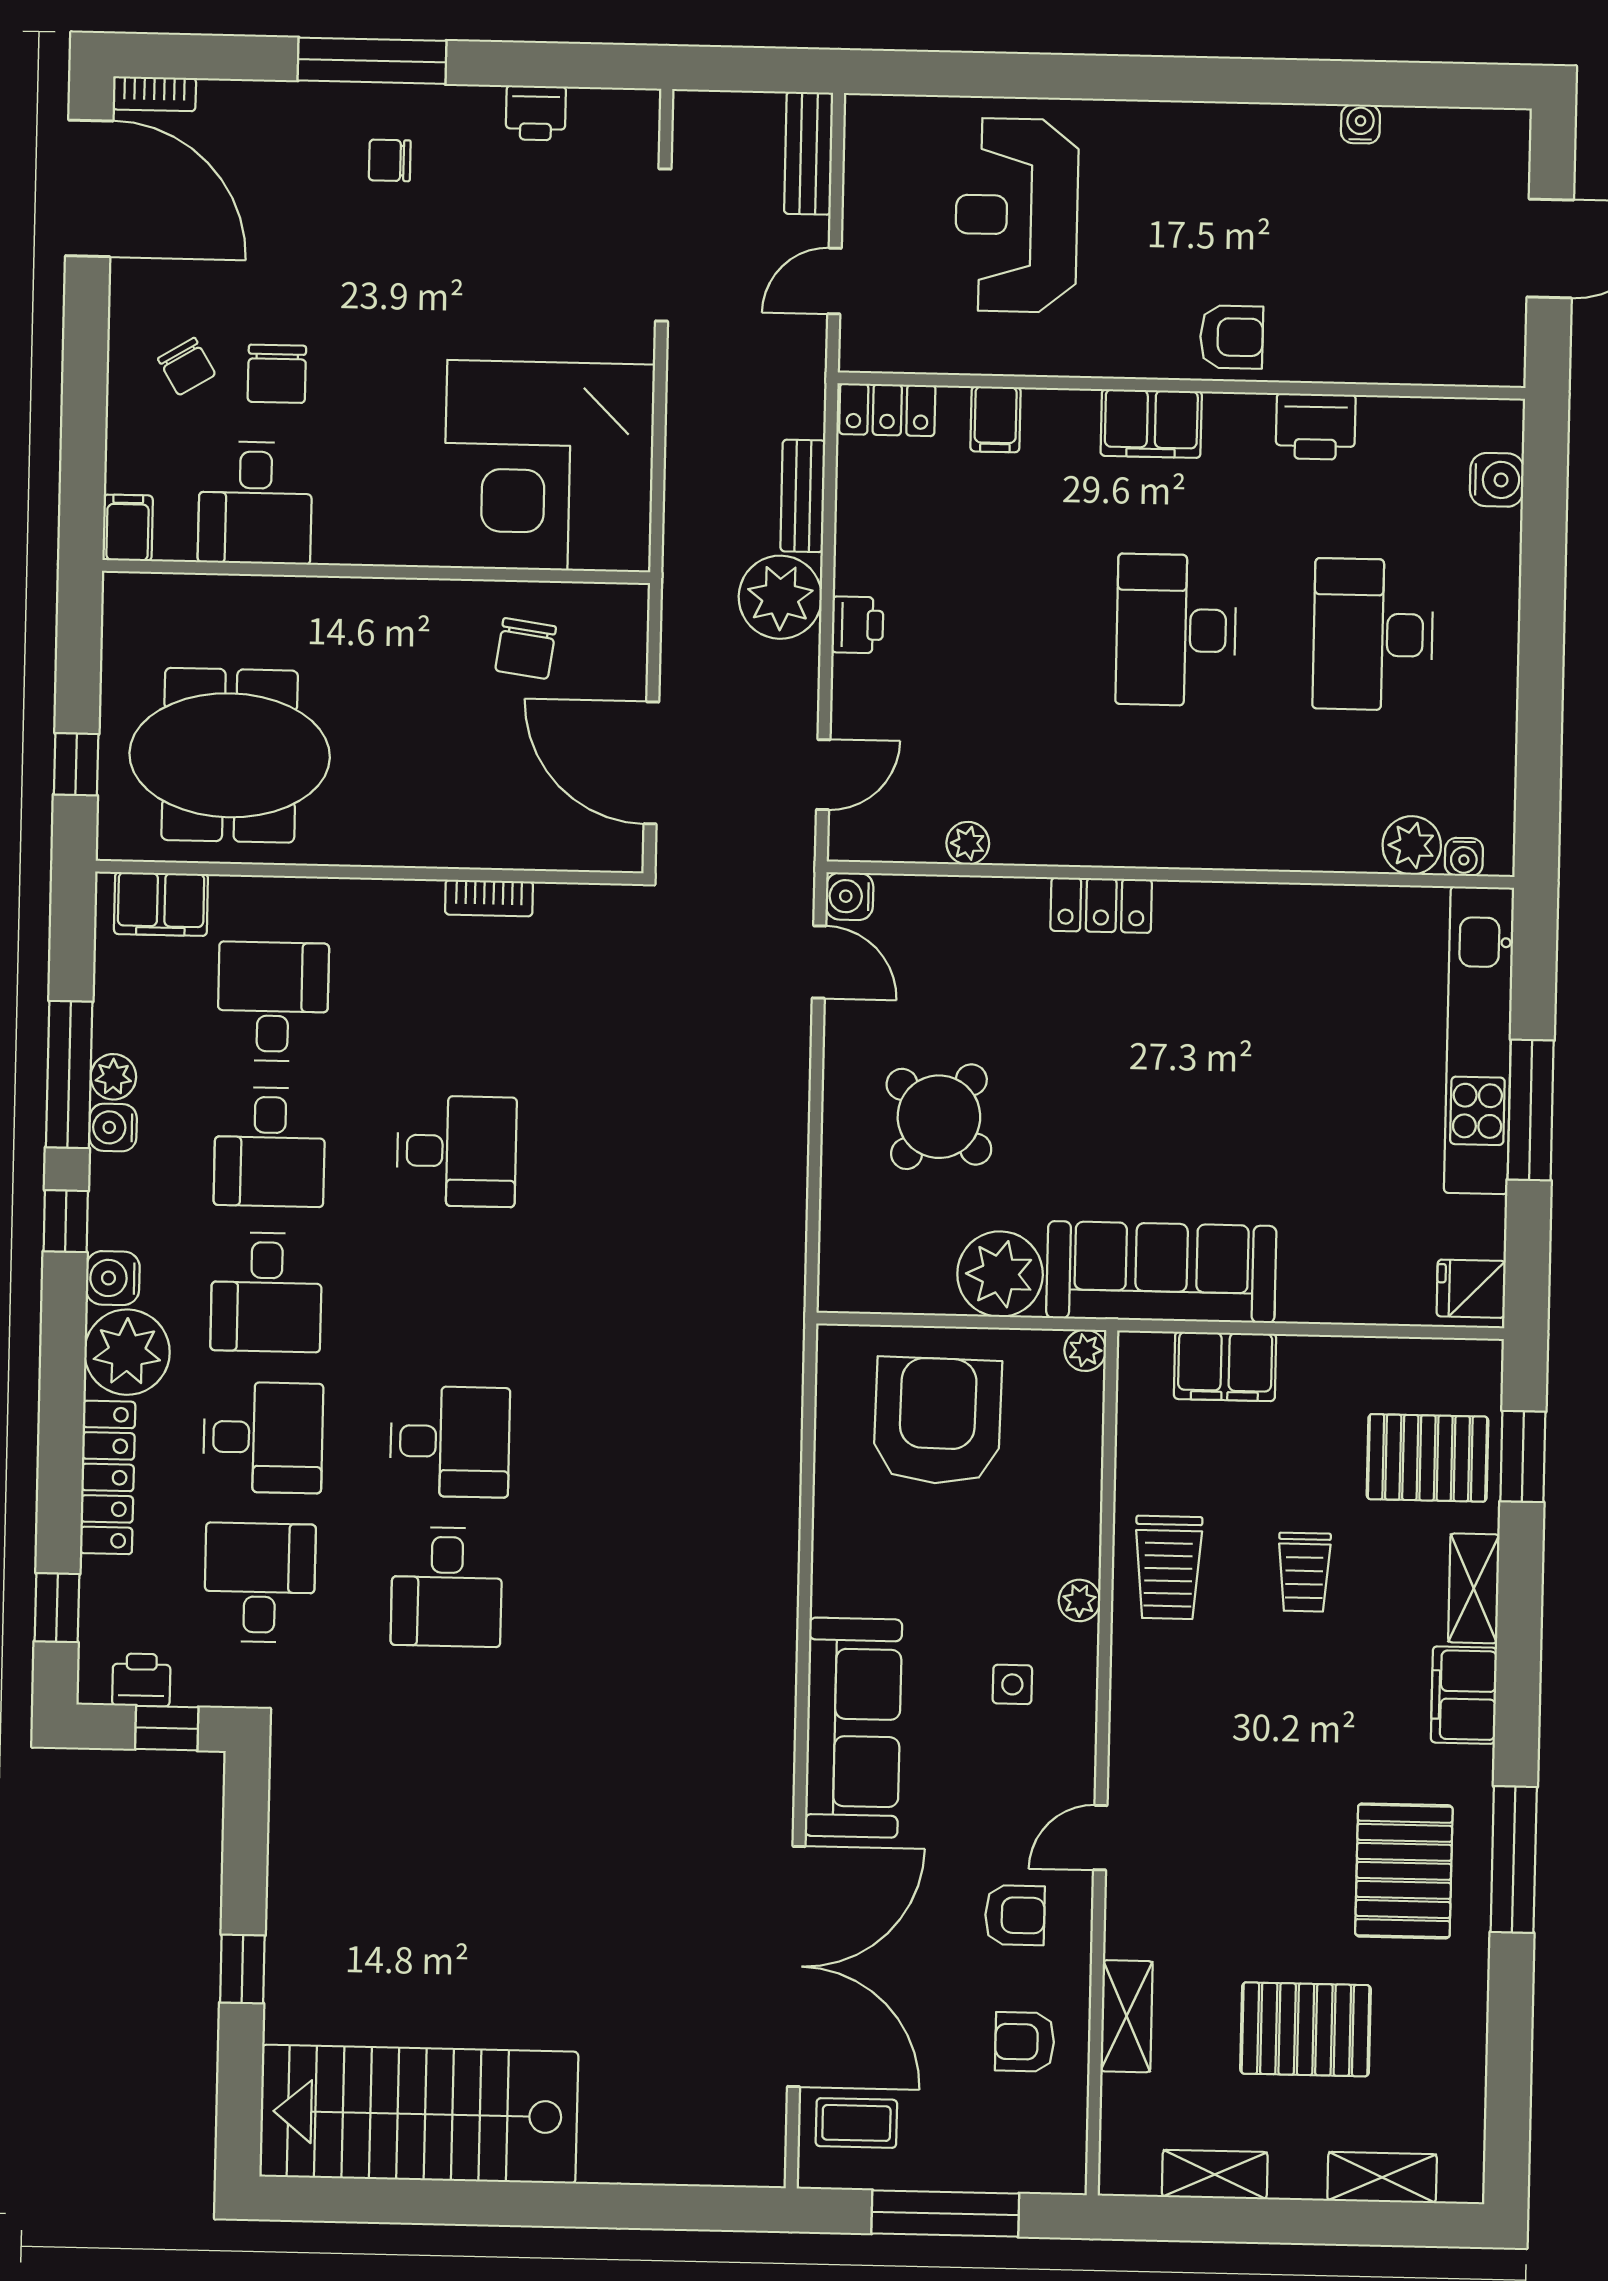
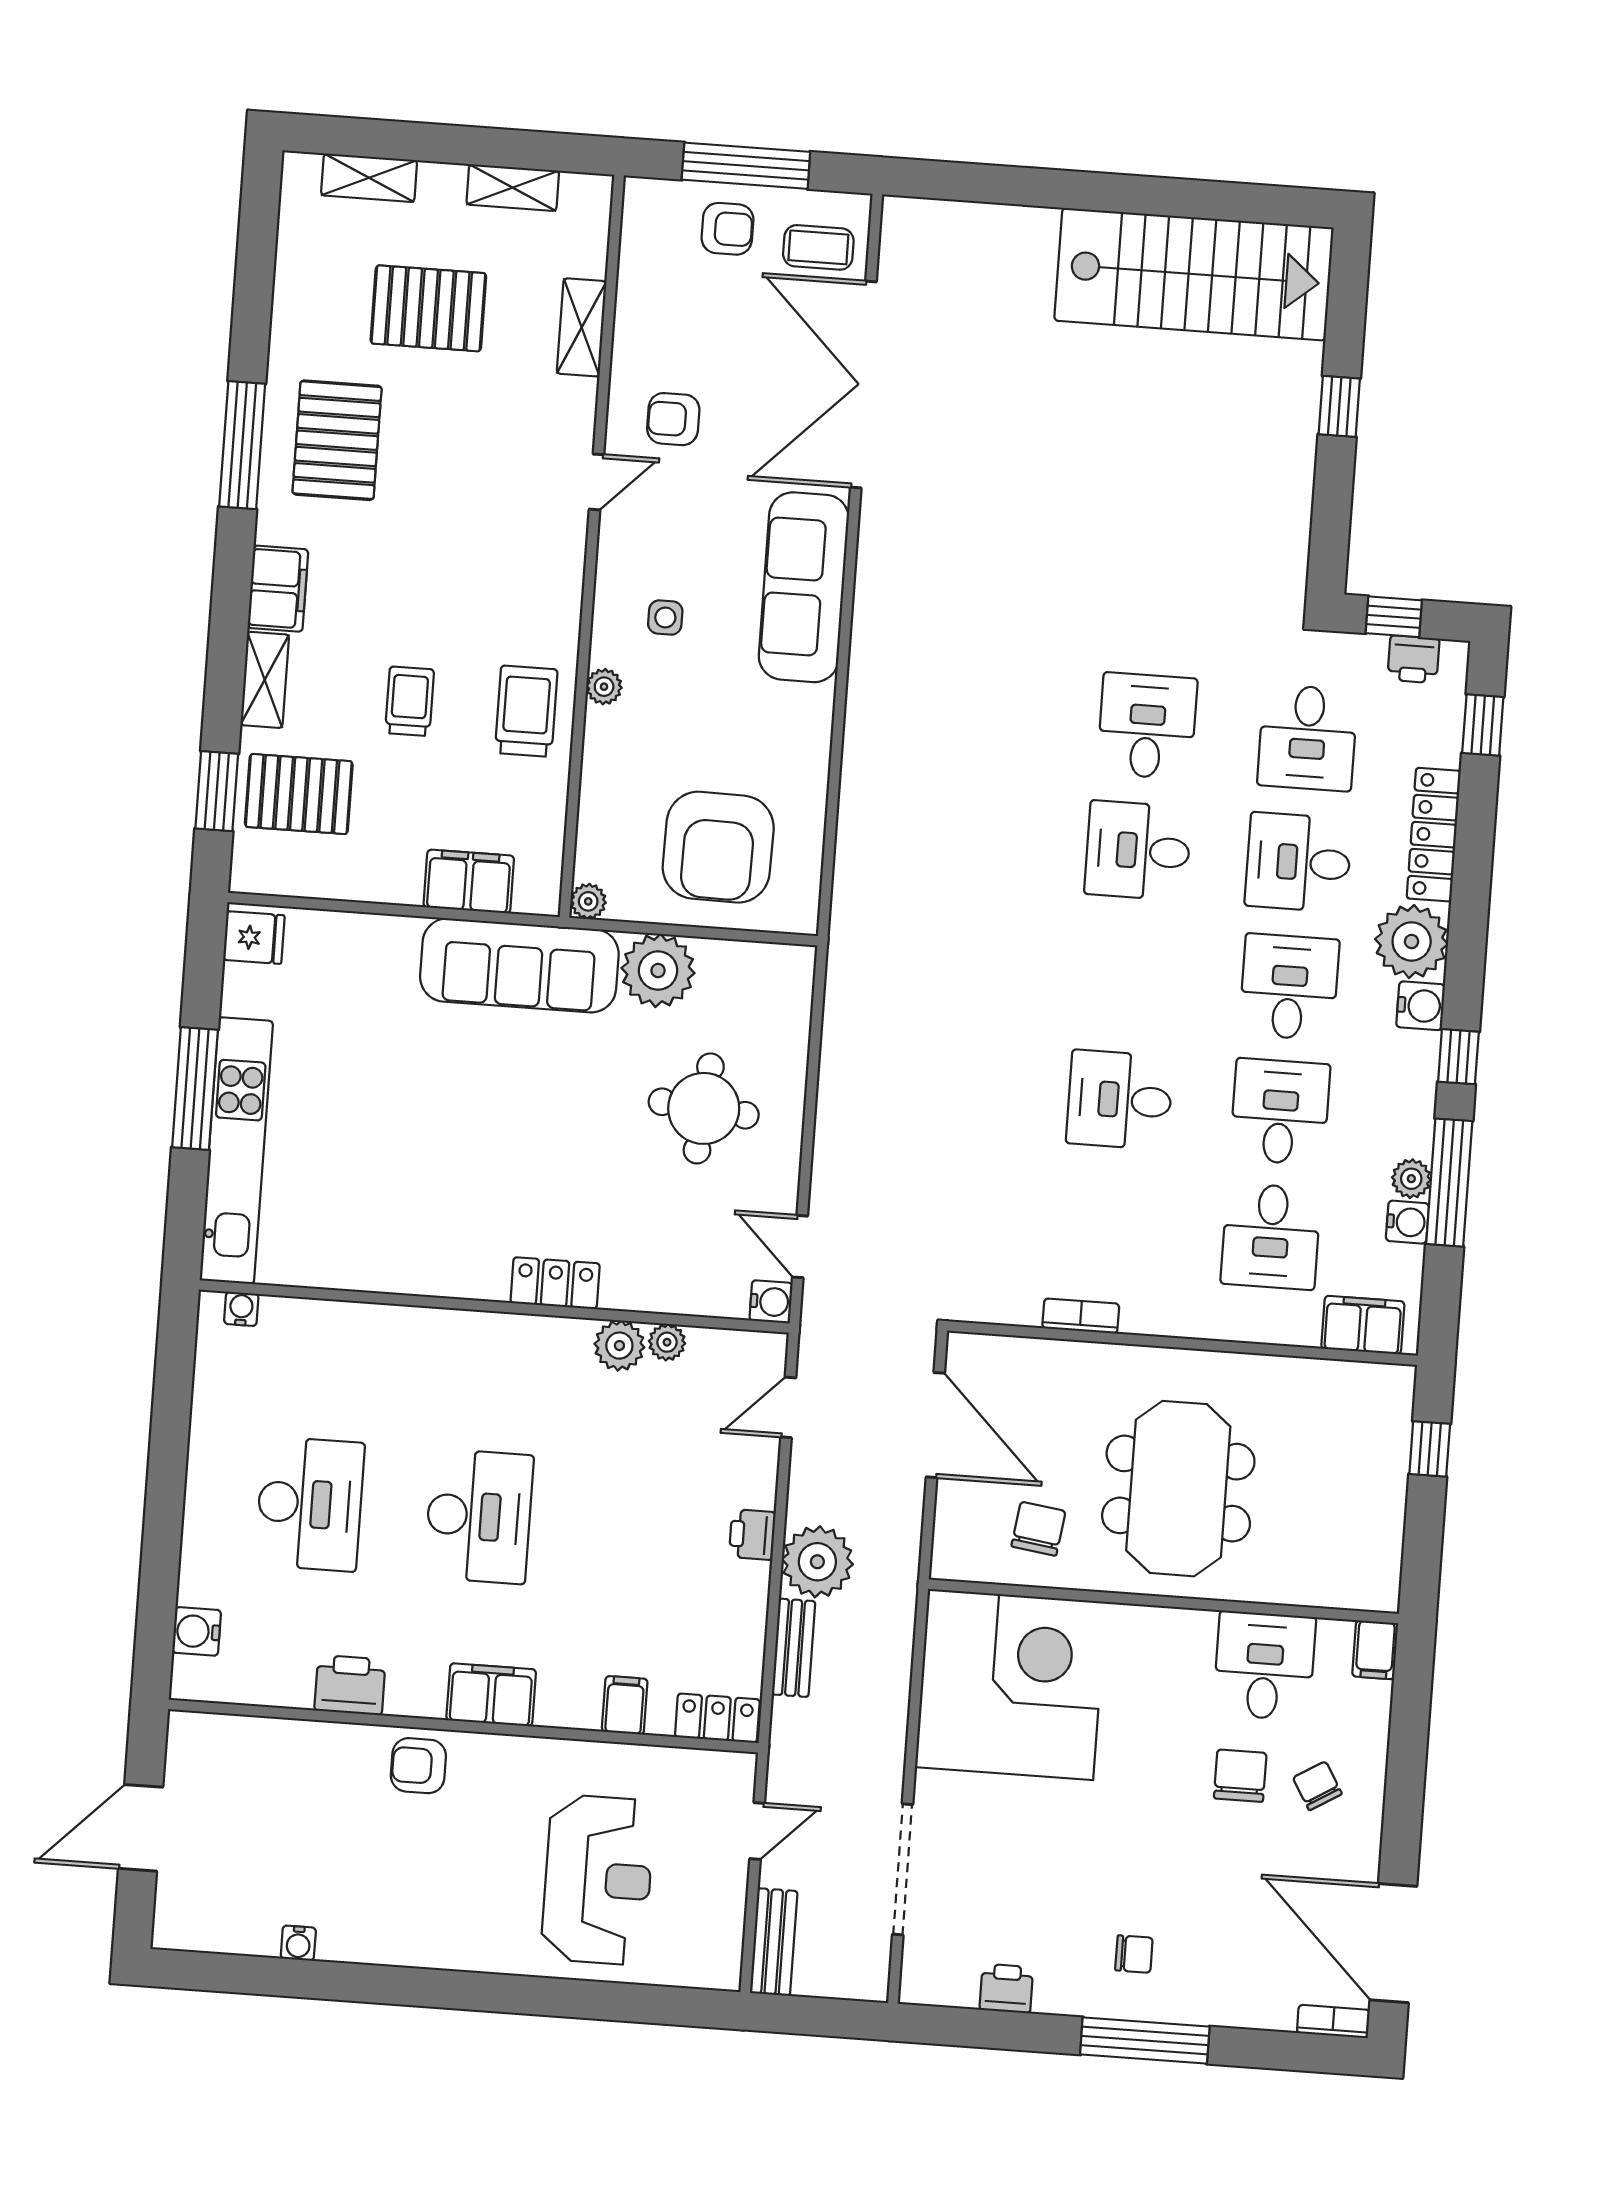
meeting table: (230, 755) -> (1178, 1489), moved, turned 90
plant: (1412, 845) -> (619, 1346), moved
round table: (939, 1117) -> (704, 1108), turned -35
water cooler: (113, 1127) -> (1407, 1222), moved
armchair: (1025, 2042) -> (727, 229), moved

